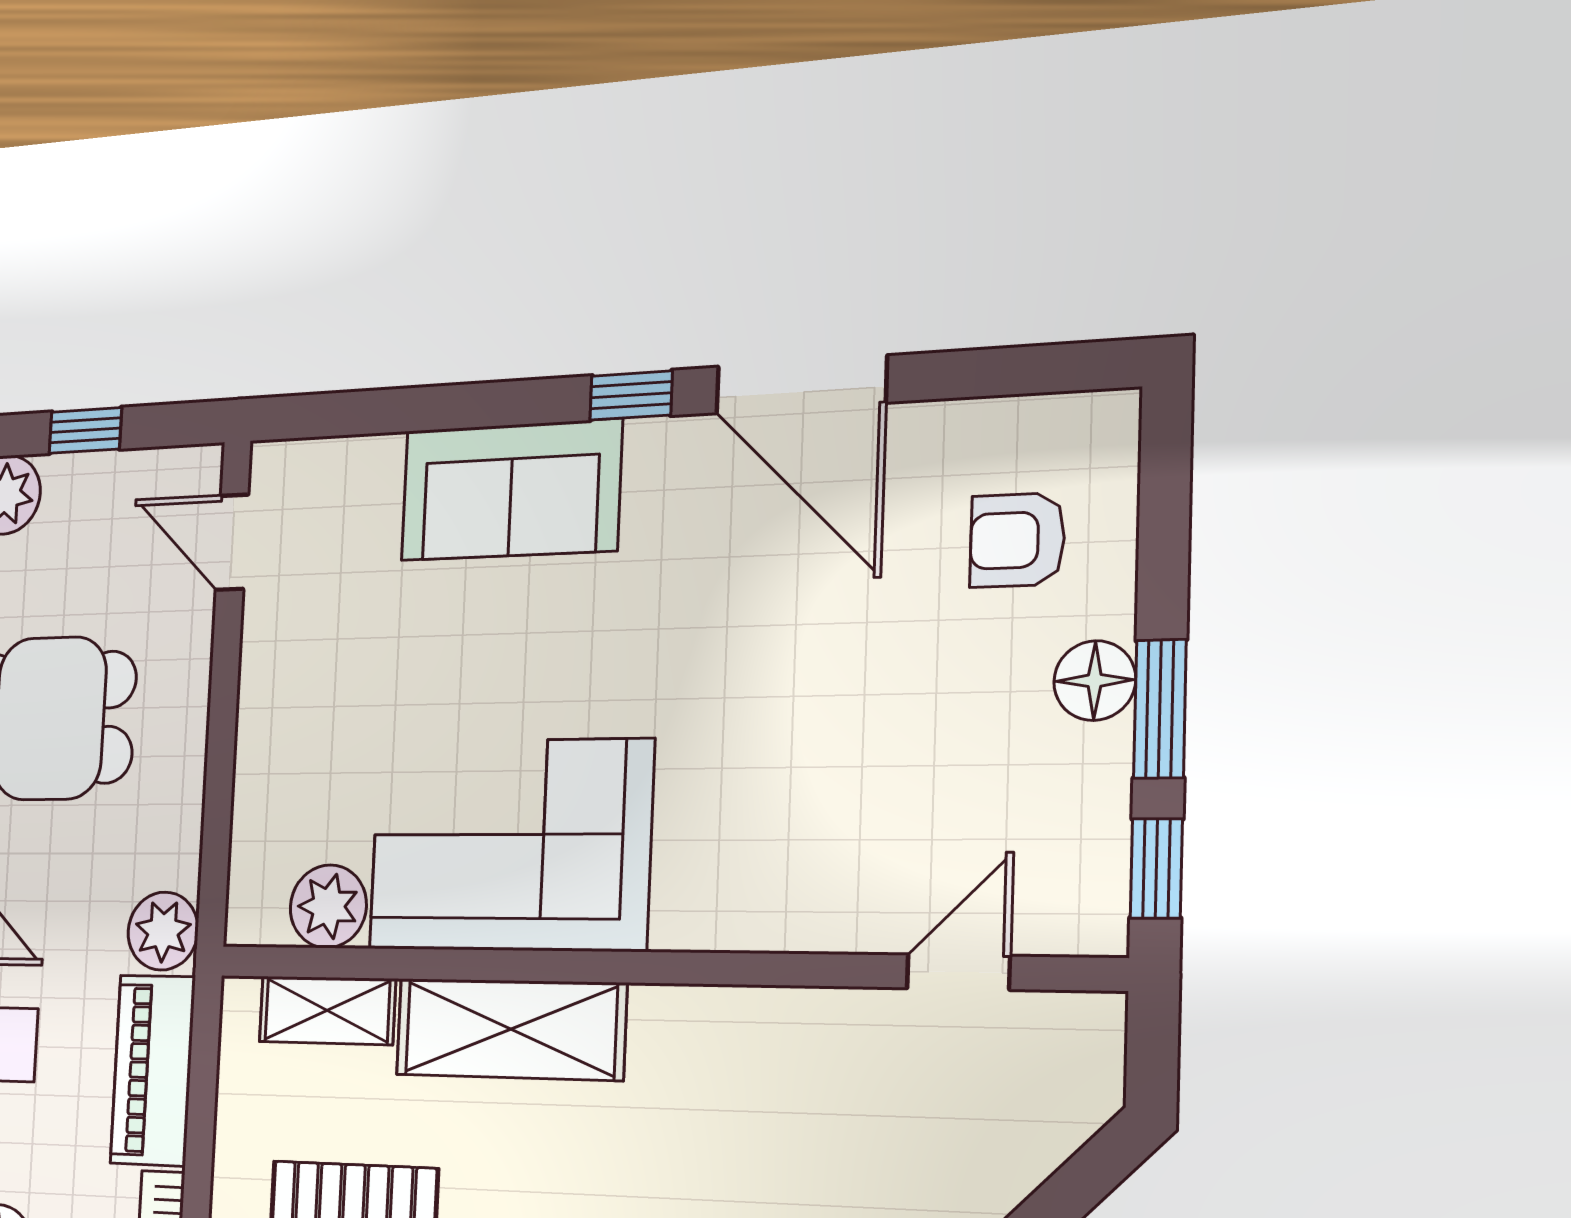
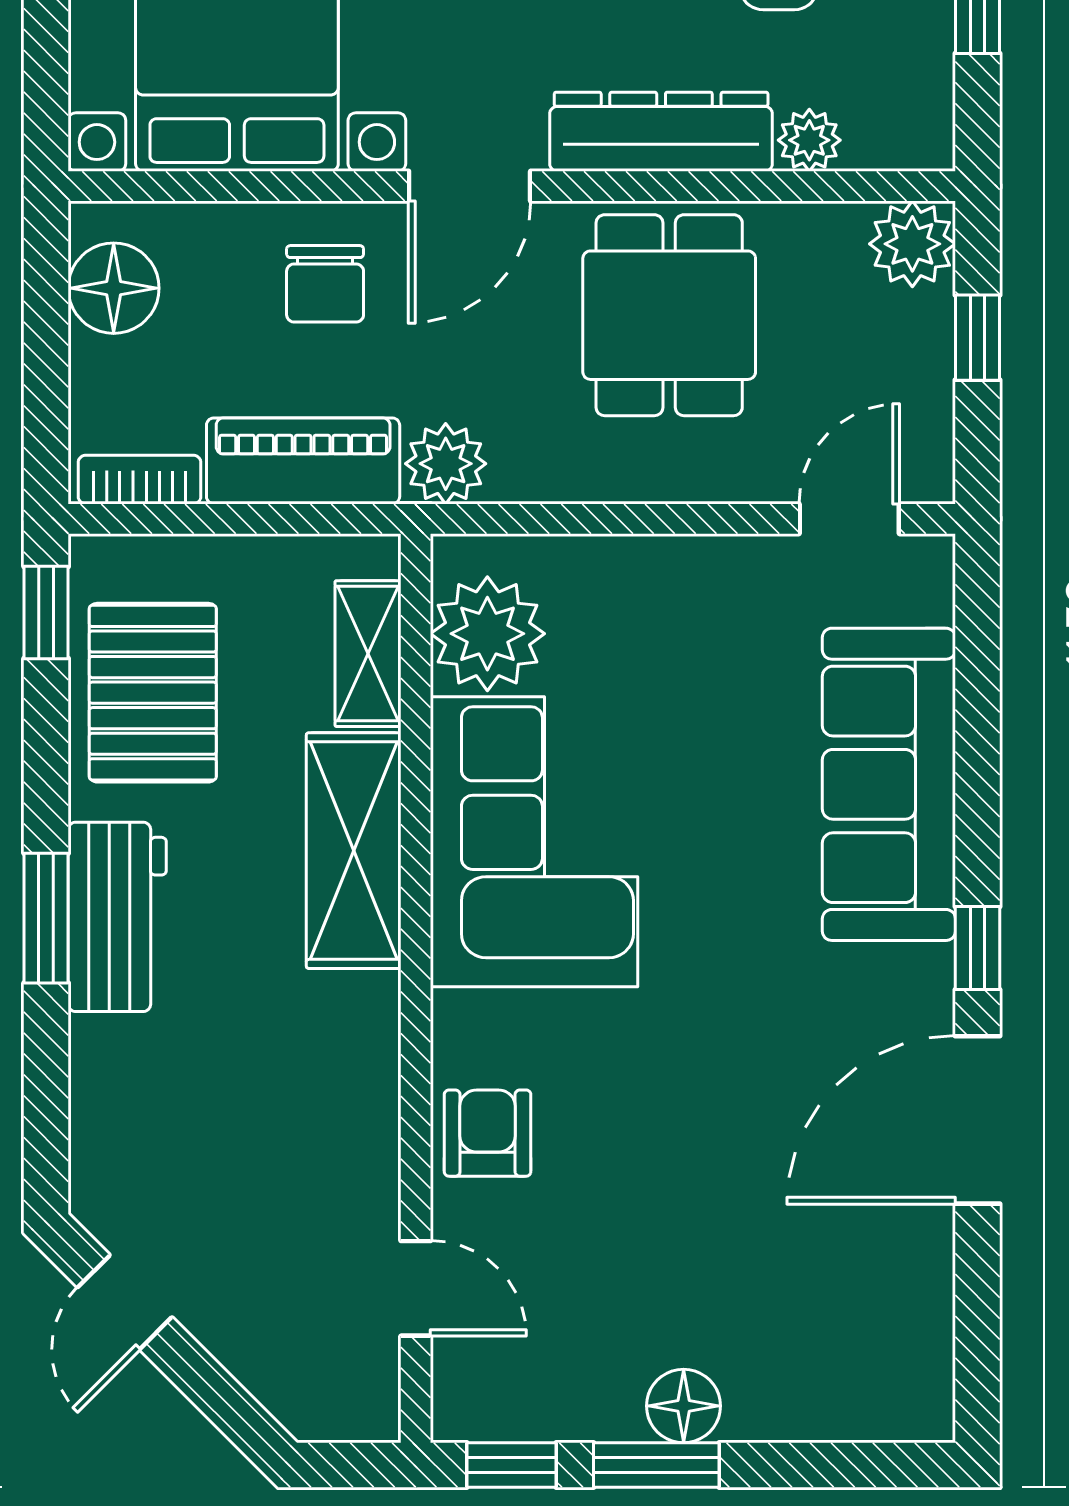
sofa: (511, 490) -> (889, 784), width x1.36
armchair: (1017, 540) -> (488, 1133), moved
plant: (328, 906) -> (487, 634), width x1.36, depth x1.36

